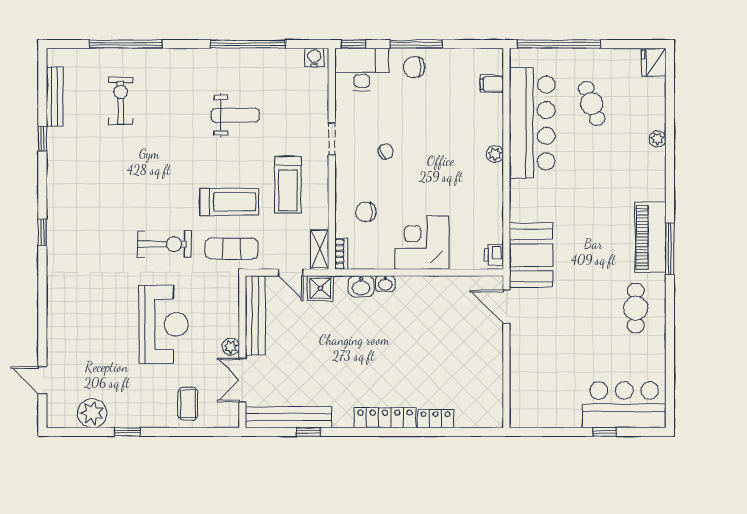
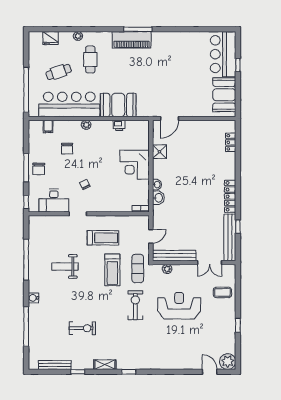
water cooler: (314, 57) -> (33, 298), moved
fridge: (654, 62) -> (51, 38), moved
desk: (362, 69) -> (54, 201), moved, turned -90
exercise bike: (121, 101) -> (82, 328), moved, turned 180
weight bench: (235, 115) -> (65, 266), turned -90
treadmill: (229, 202) -> (112, 270), turned 180
chair: (366, 212) -> (67, 149), moved
shelving: (320, 249) -> (105, 365), moved
printer: (494, 255) -> (119, 125), moved
booth: (531, 255) -> (118, 105), moved
shower: (320, 288) -> (159, 152), moved
cafe table: (636, 308) -> (90, 59), moved, turned 90
plant: (231, 347) -> (167, 269), moved
door: (42, 380) -> (210, 372), swing flipped
booth: (550, 407) -> (224, 95), added
plant: (92, 413) -> (228, 362), moved
locker: (385, 418) -> (230, 196), moved
locker: (435, 419) -> (231, 142), moved

